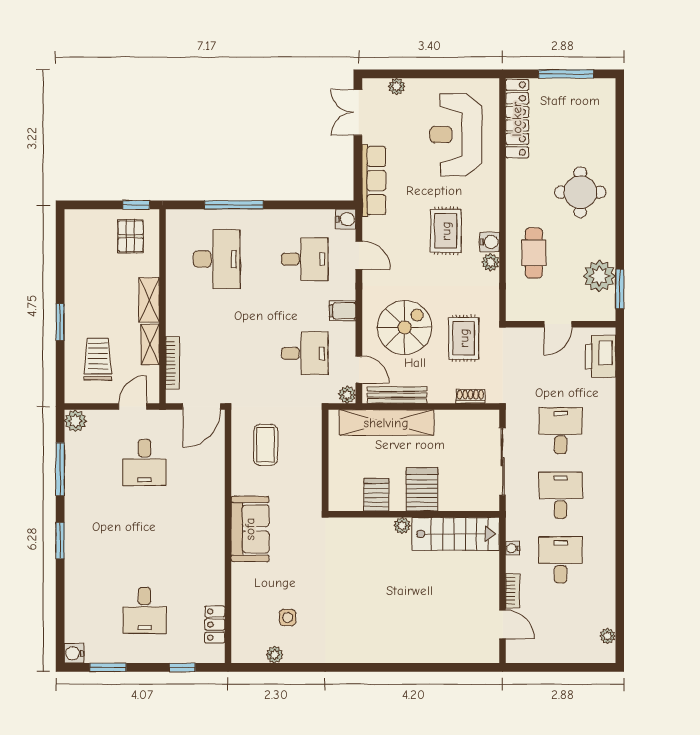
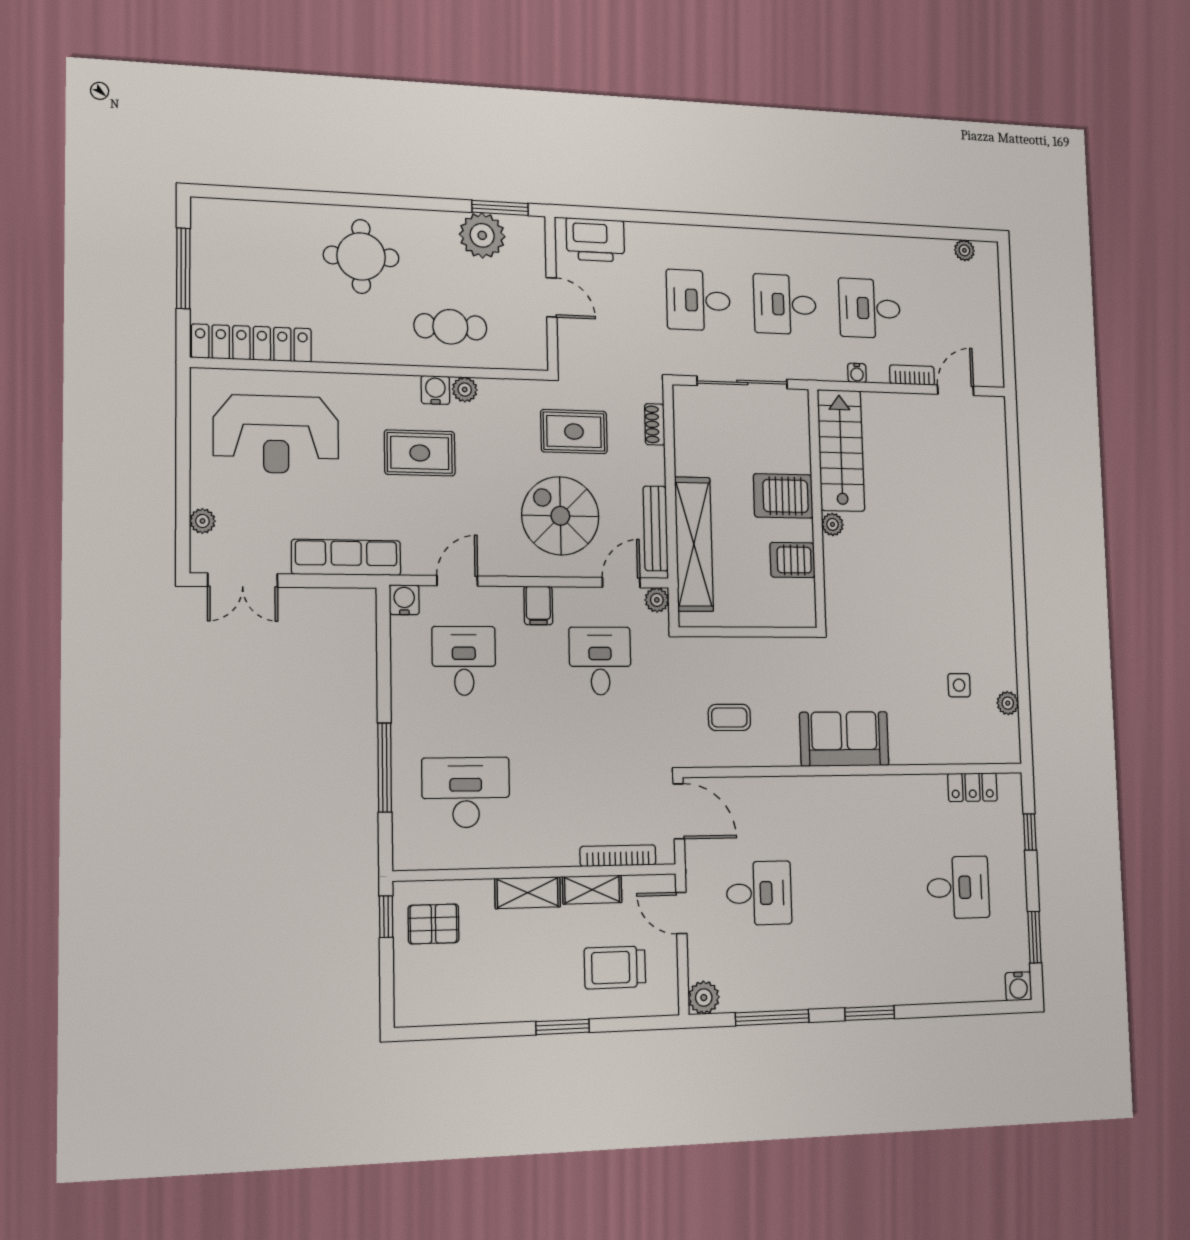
coffee table: (266, 445) -> (729, 717), width x0.73, depth x0.77

